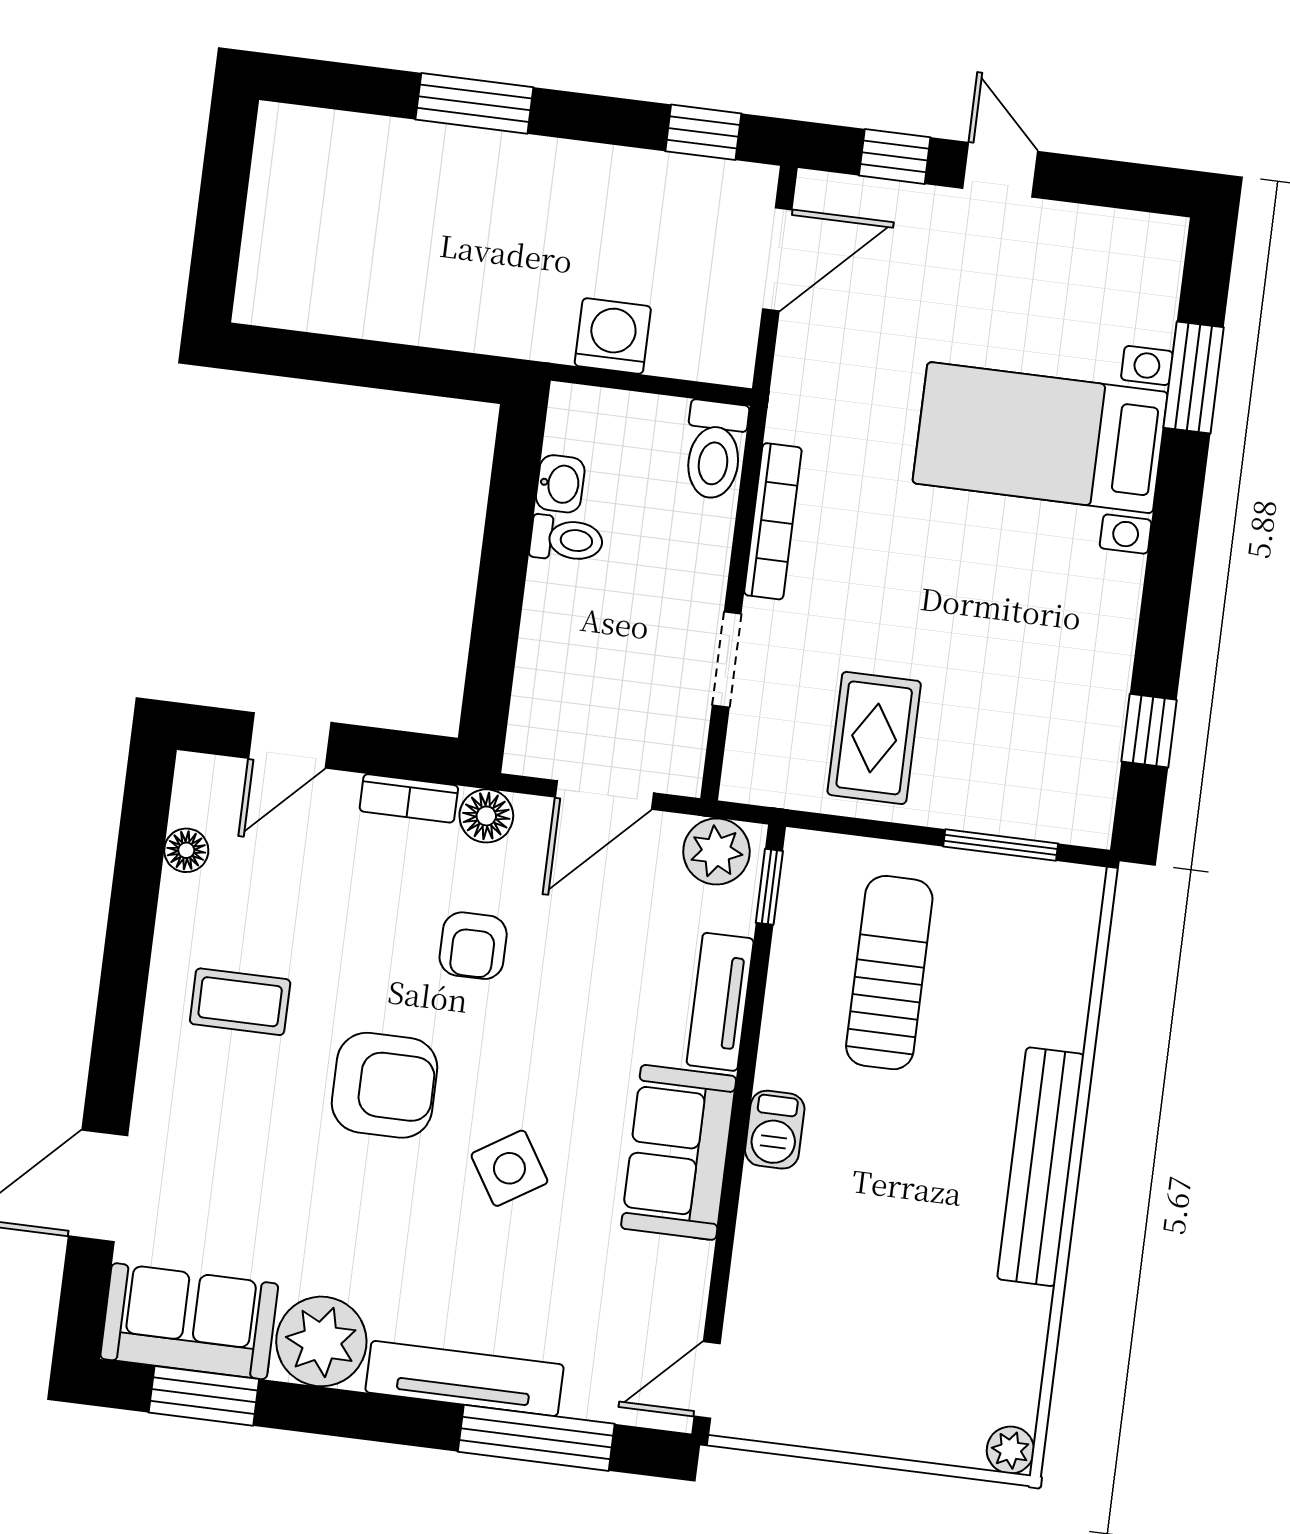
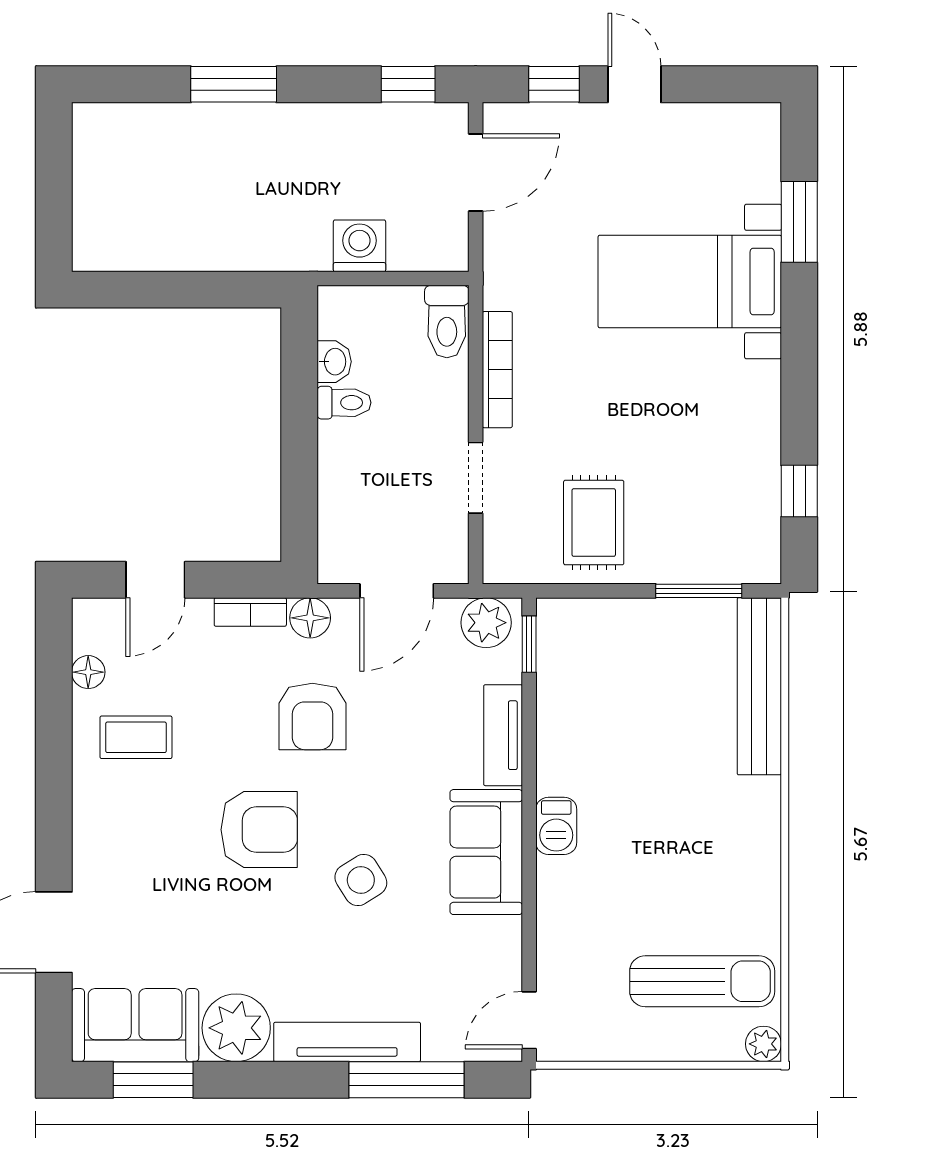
armchair: (473, 946) -> (312, 716), width x1.38, depth x1.38
sun lounger: (889, 973) -> (702, 981), moved, turned 90
coffee table: (240, 1002) -> (136, 737), moved
bench: (1041, 1167) -> (759, 686), moved

